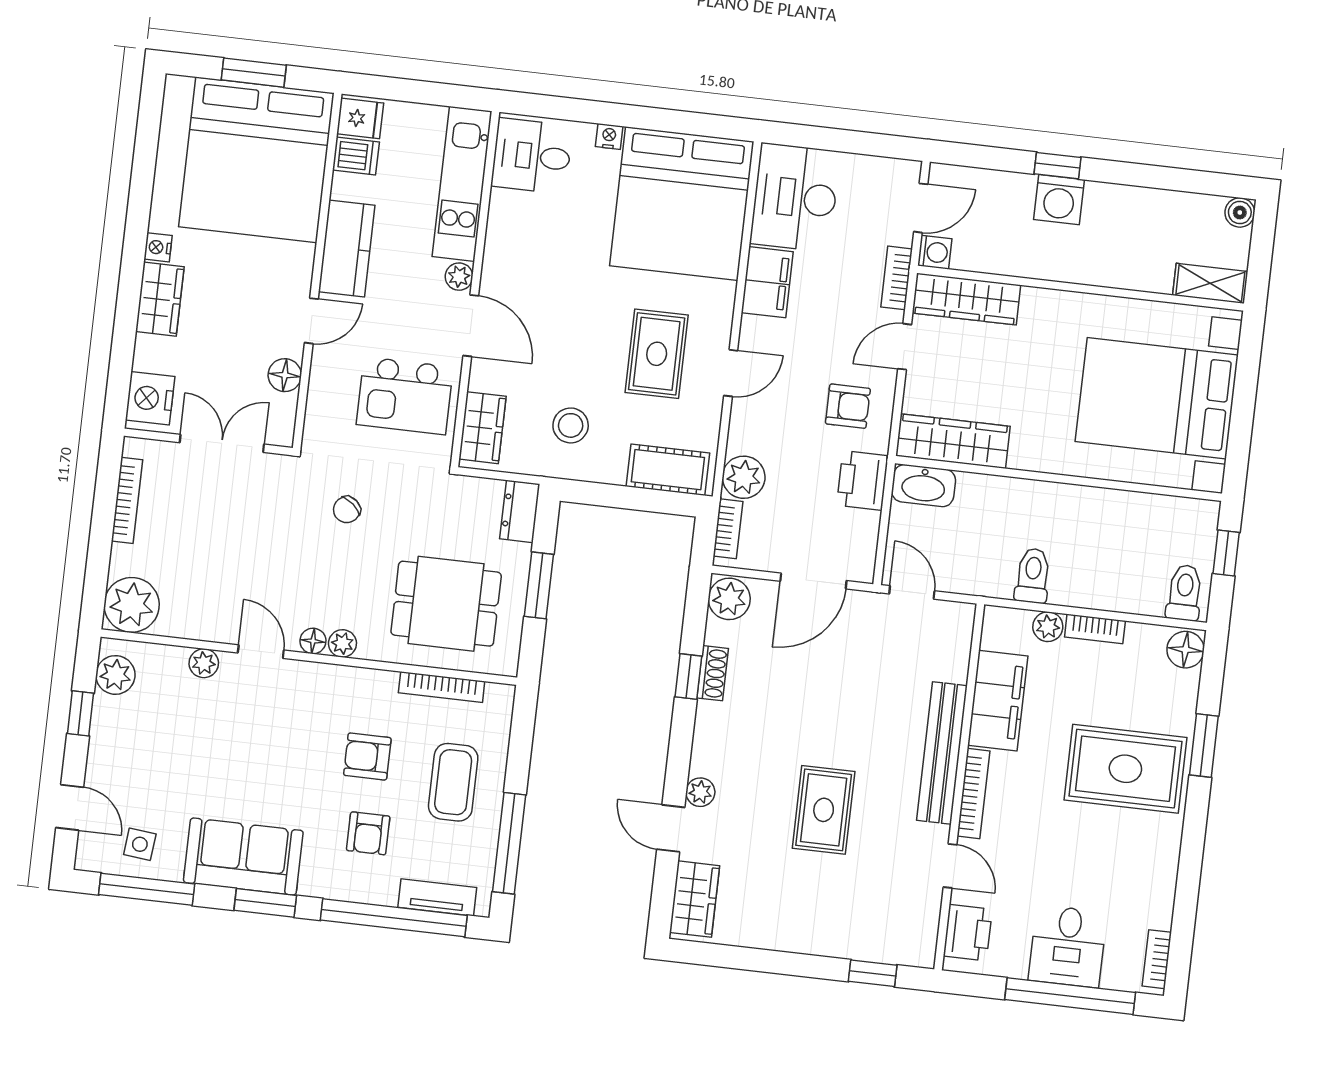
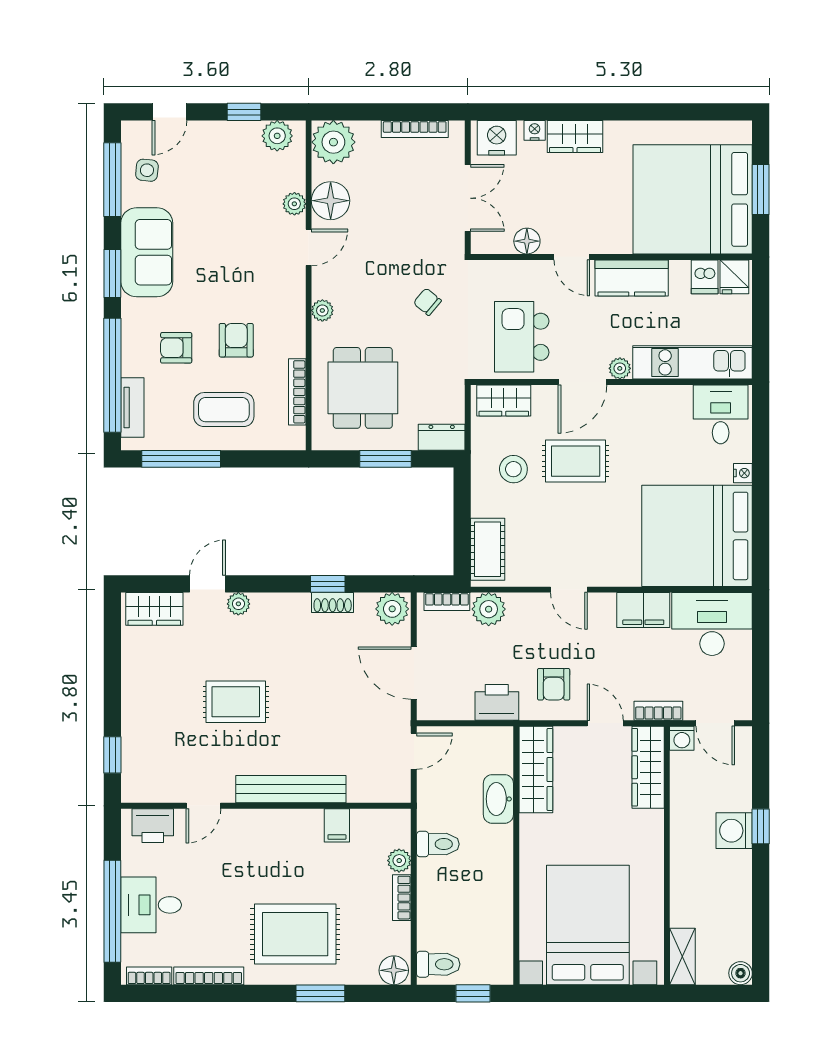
nightstand: (158, 247) -> (535, 130), moved
rug: (657, 354) -> (576, 461), moved
washbasin: (924, 486) -> (498, 799), moved
floor lamp: (313, 641) -> (331, 201), moved, width x1.89, depth x1.89
filing cabinet: (998, 701) -> (337, 825), width x0.33, depth x0.86
rug: (1125, 769) -> (295, 934), turned 90
bookcase: (973, 793) -> (209, 976), moved, turned 180

